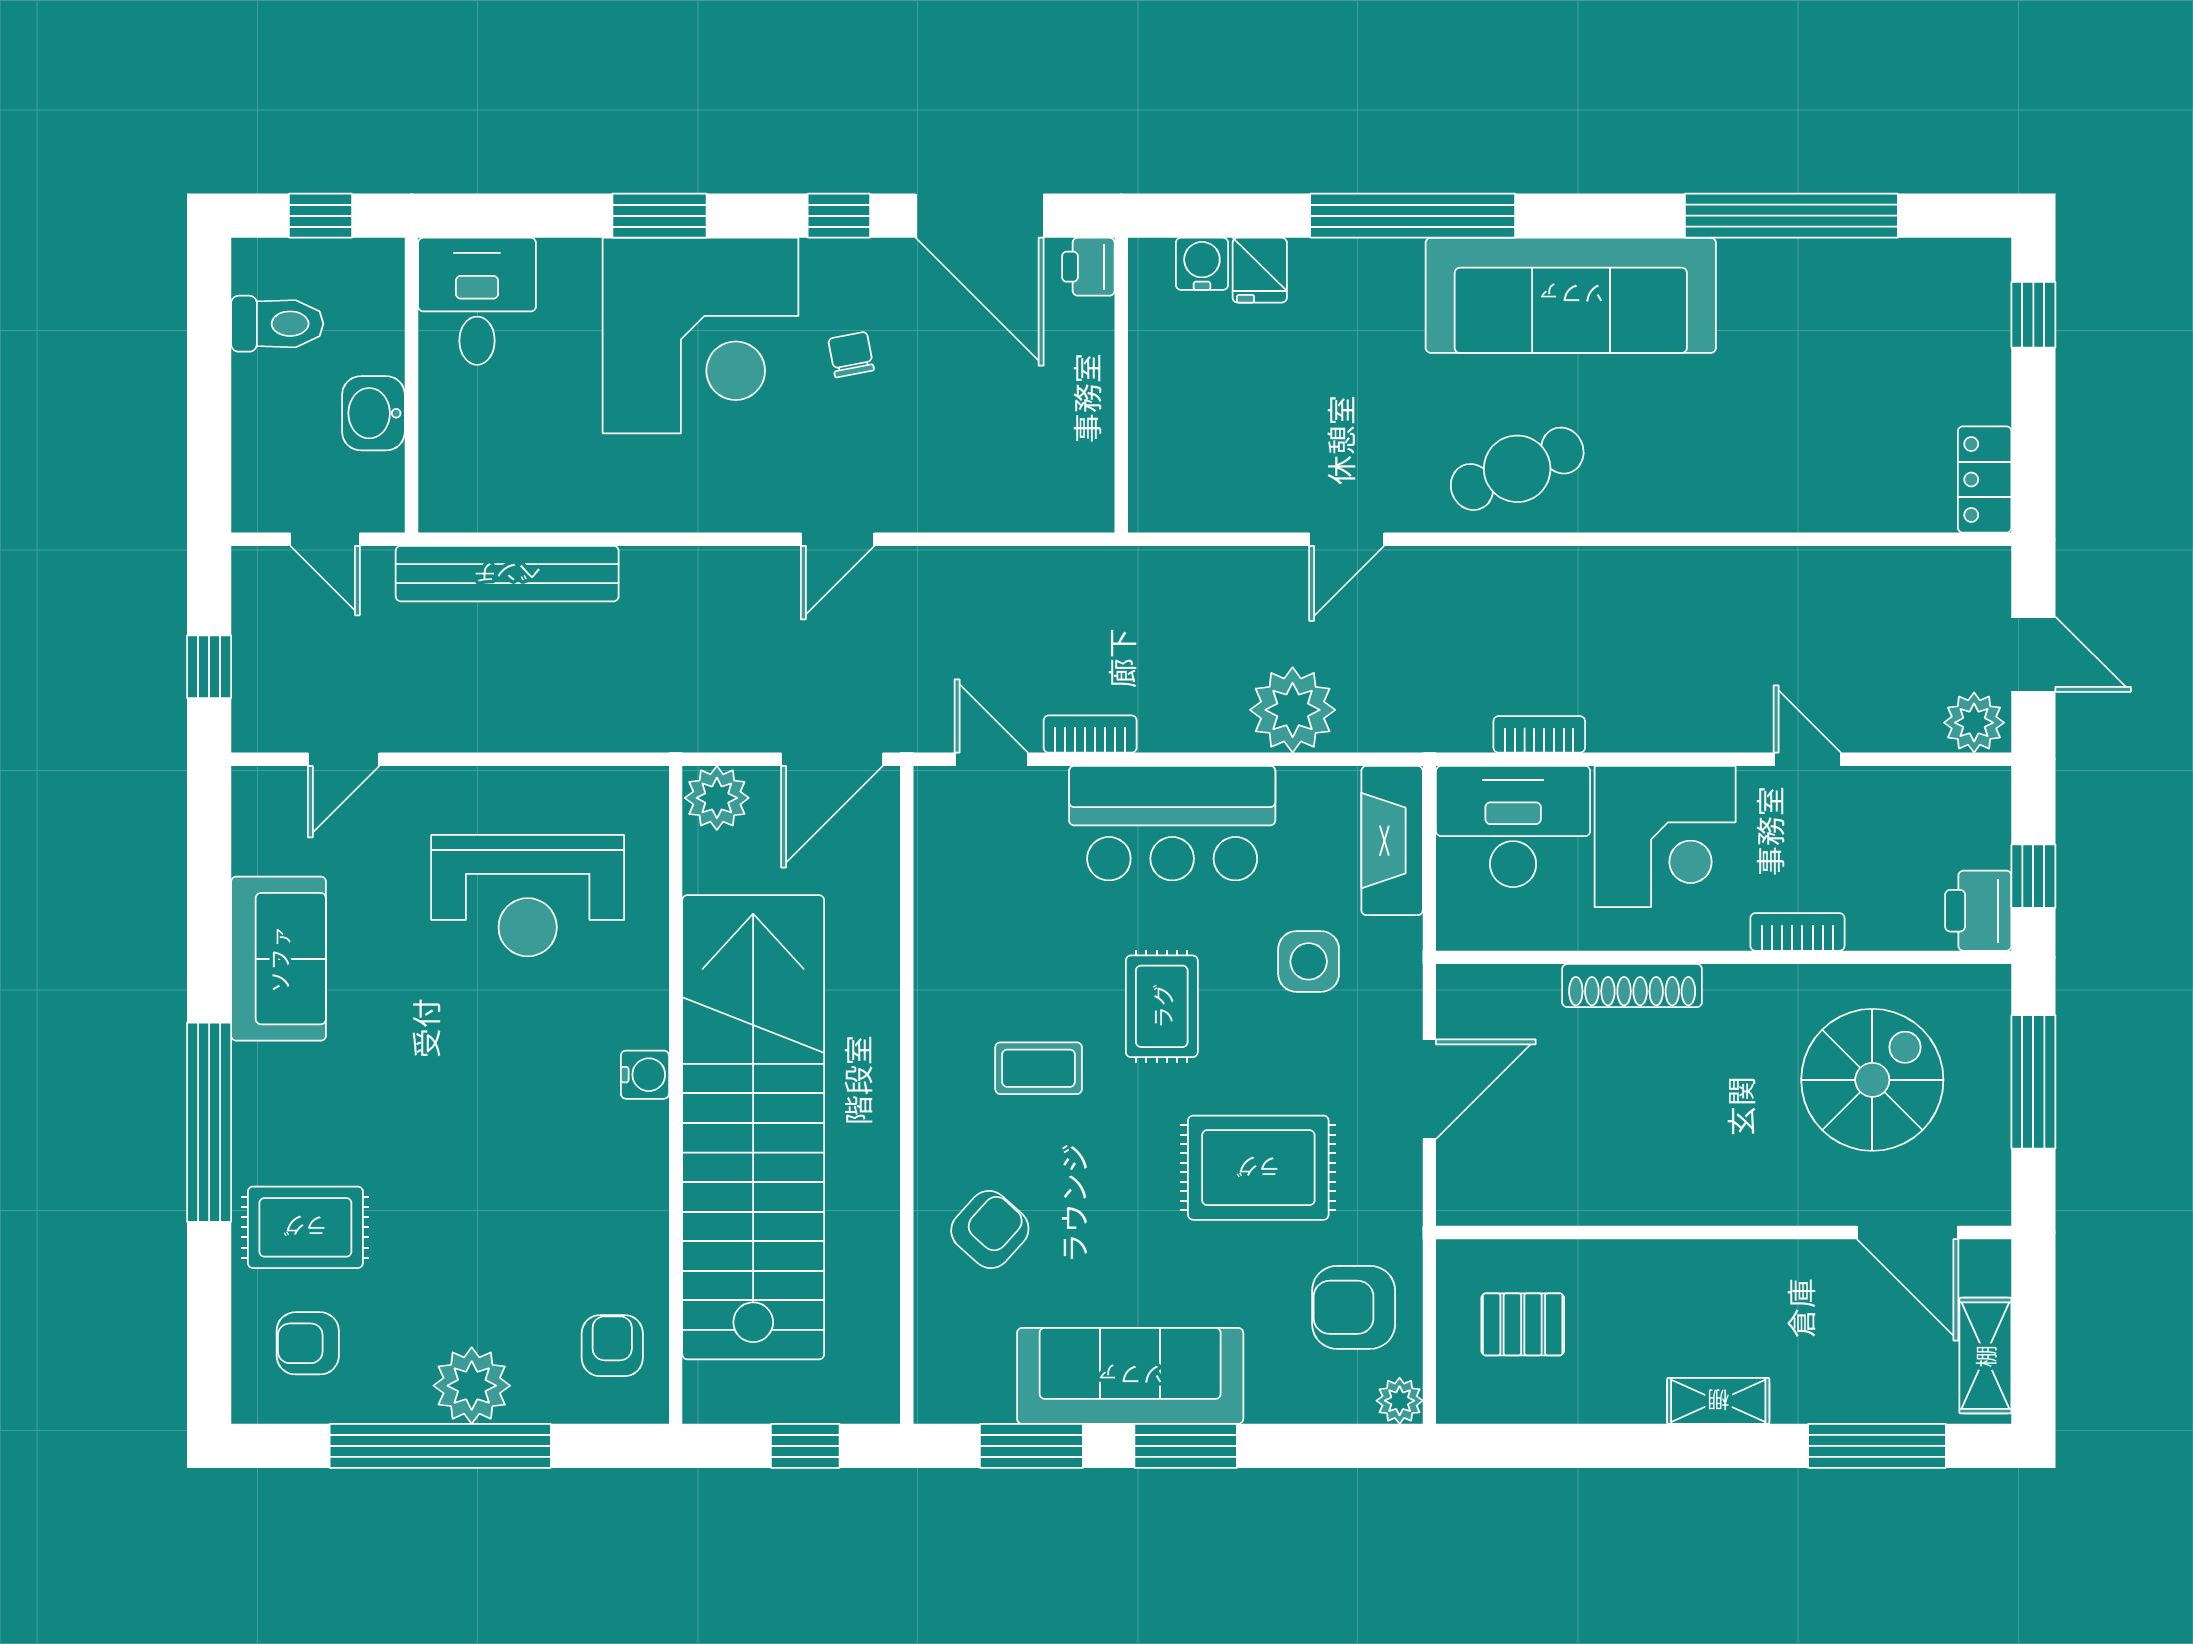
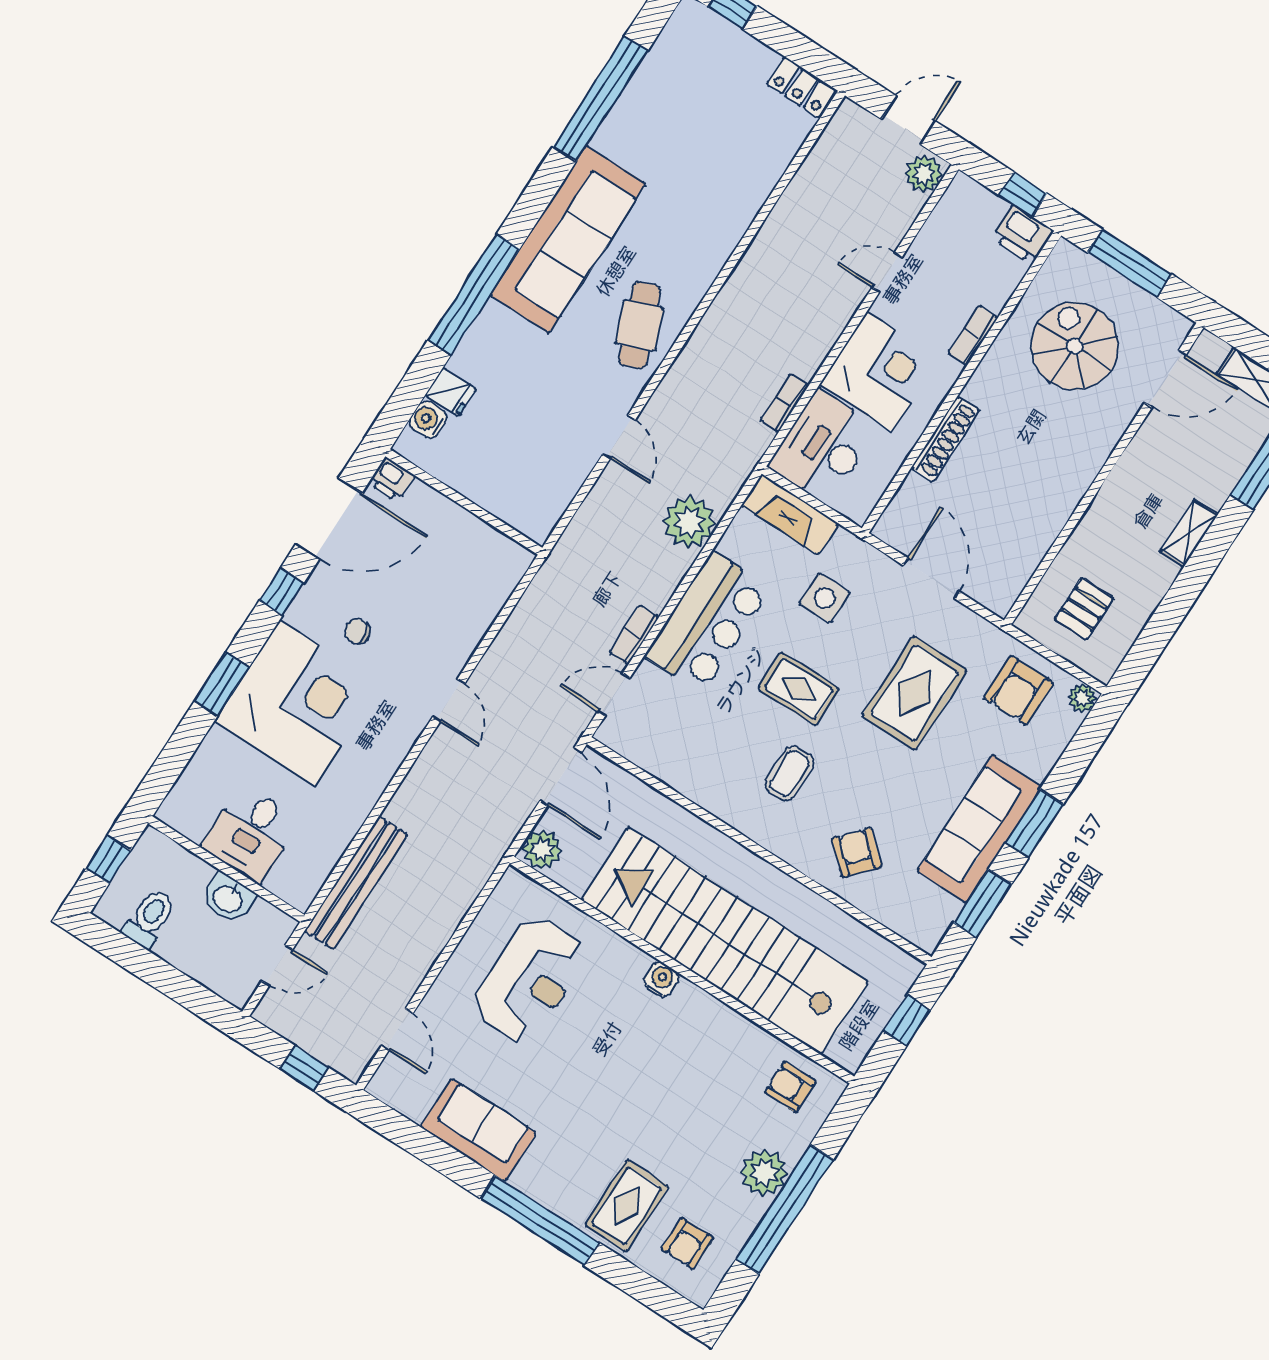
desk: (477, 301) -> (251, 833), moved, turned -90

